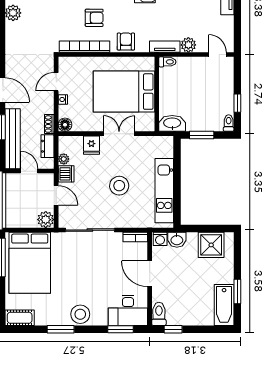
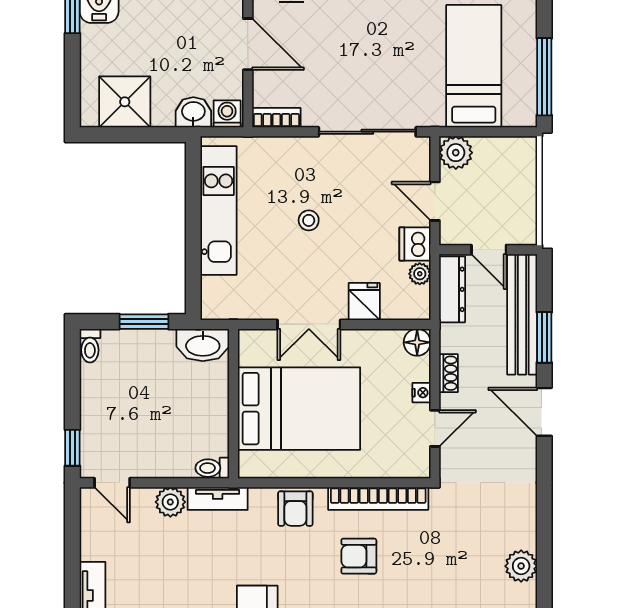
window: (237, 103) -> (72, 448), moved
shoe rack: (49, 124) -> (448, 373), moved
dresser: (47, 146) -> (452, 289), width x1.44
stool: (119, 186) -> (309, 220), width x0.53, depth x0.53
bed: (30, 263) -> (474, 66), width x0.67

